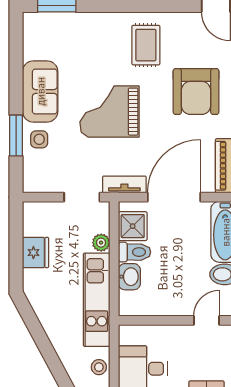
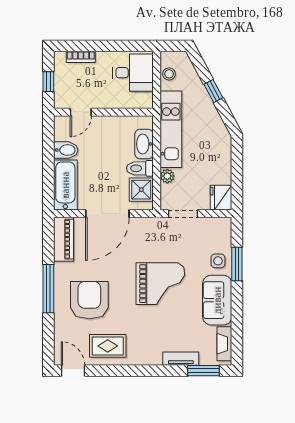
fireplace: (31, 38) -> (224, 344), added
rug: (146, 45) -> (108, 346), moved, turned 90
tv unit: (124, 184) -> (181, 359), moved, turned 180
fridge: (36, 253) -> (221, 198), moved
washbasin: (129, 277) -> (144, 144), width x1.38
window: (45, 346) -> (213, 91), added

